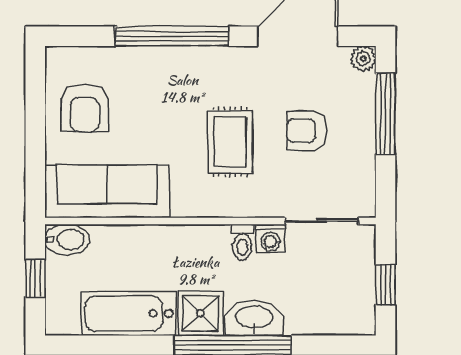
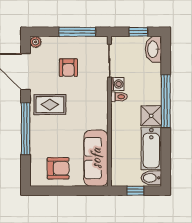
window: (386, 114) -> (77, 32), moved
rug: (230, 142) -> (50, 105), moved
bidet: (67, 240) -> (151, 178), moved, turned -90
washbasin: (254, 318) -> (153, 49), moved

